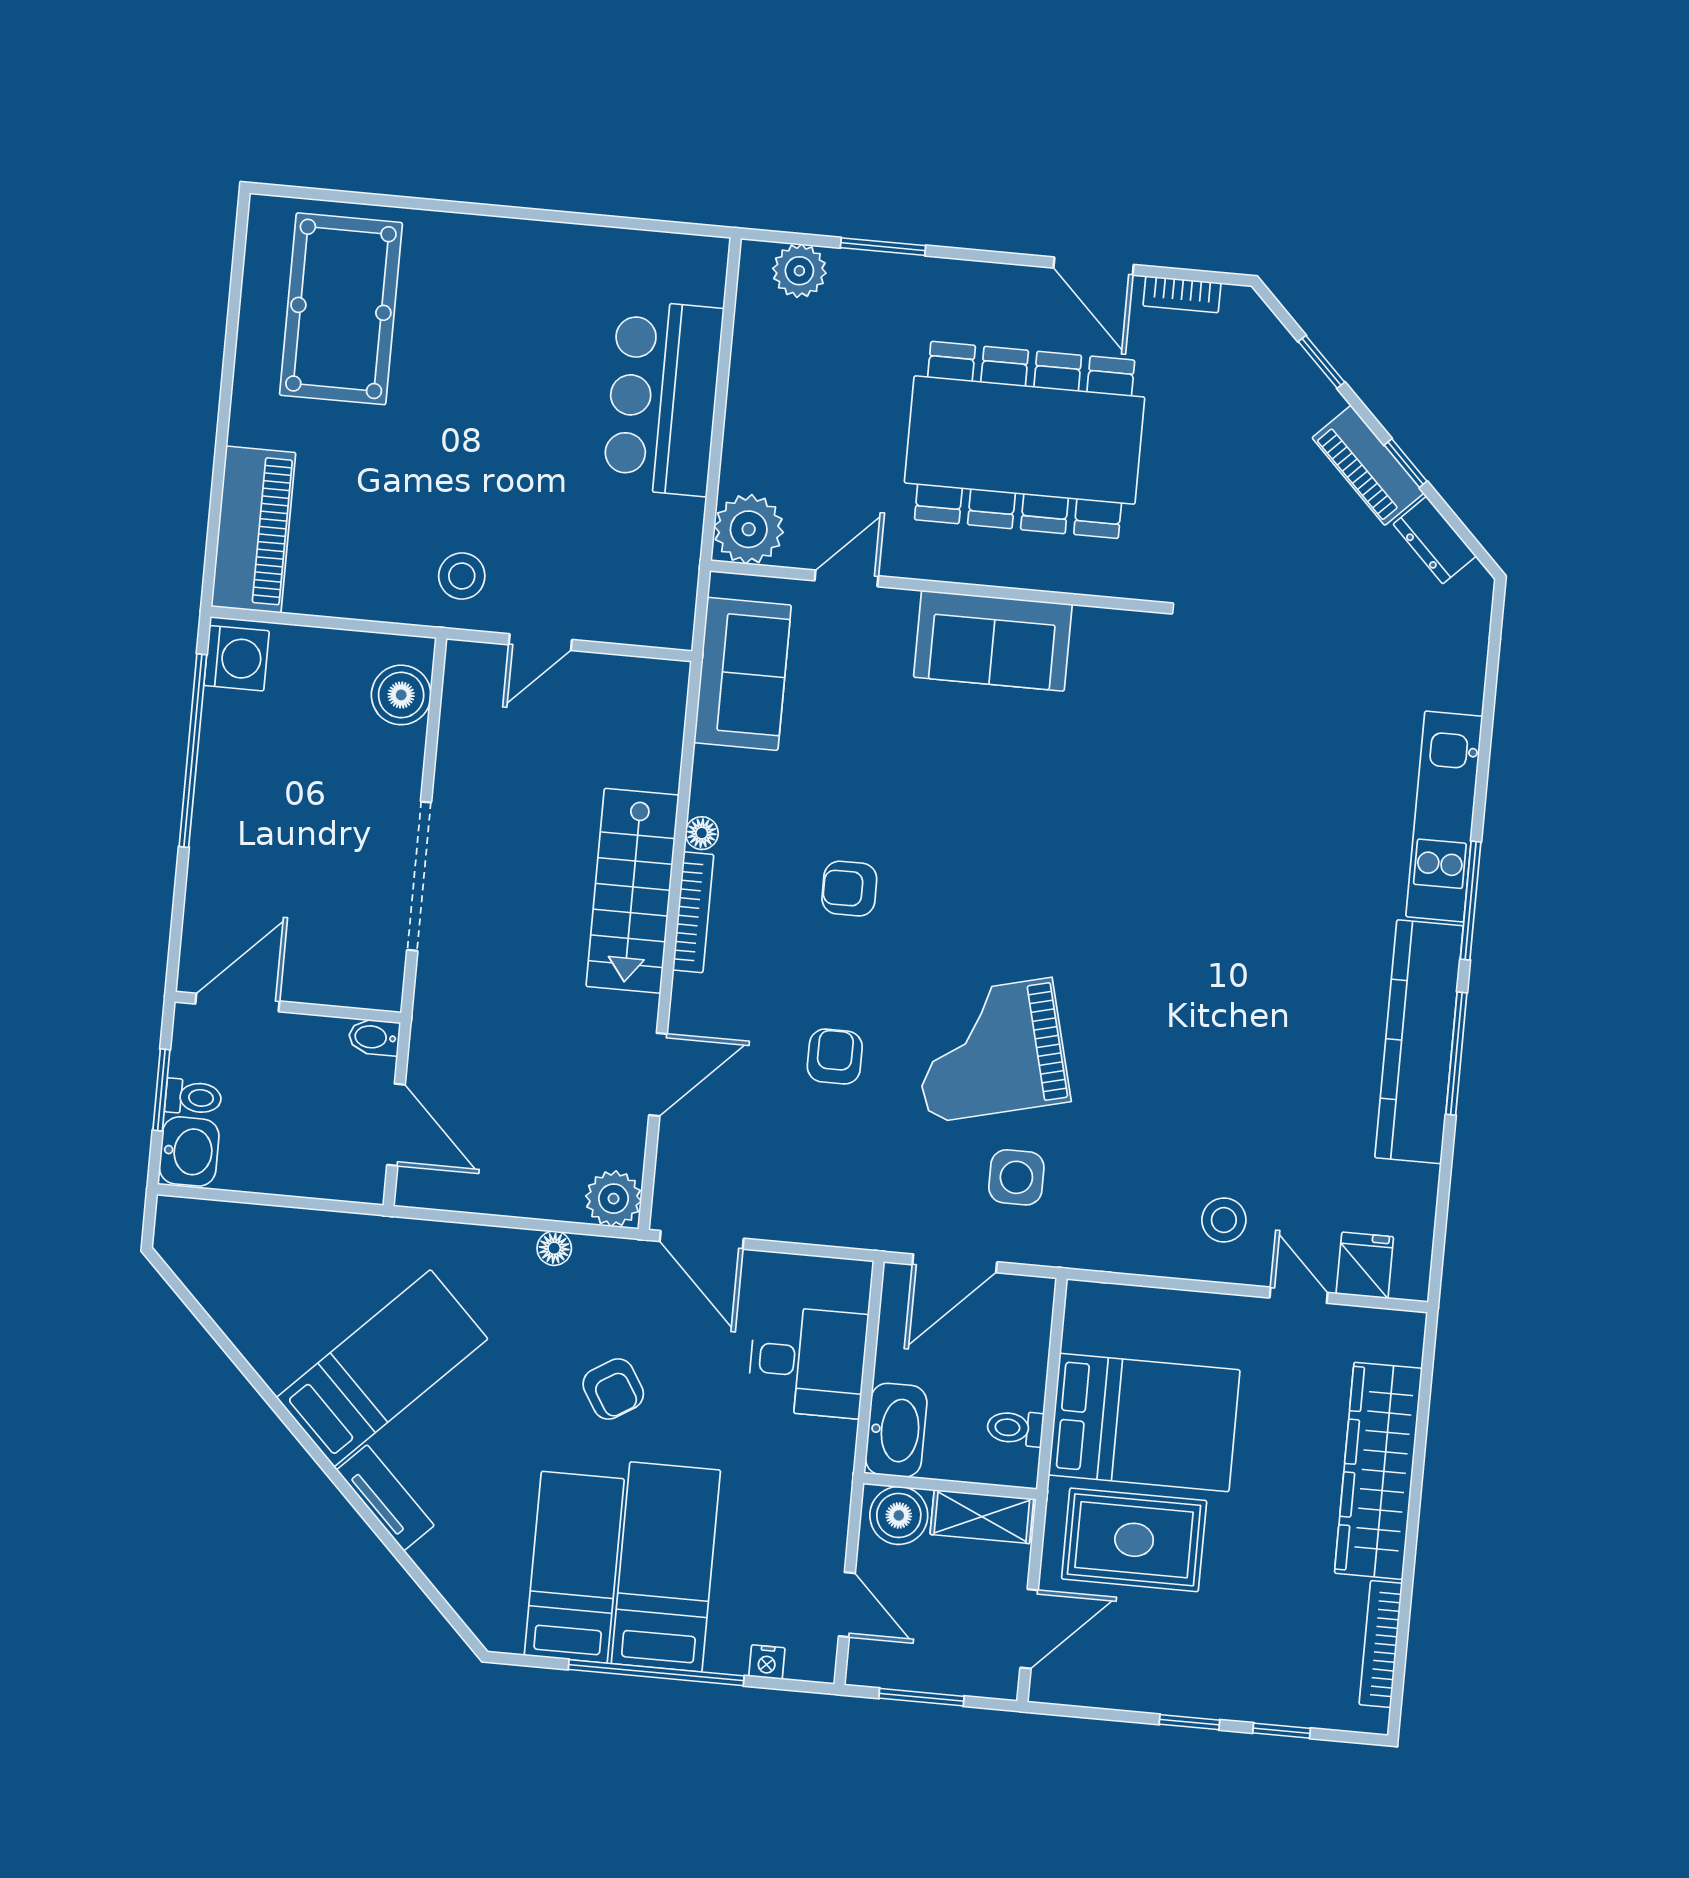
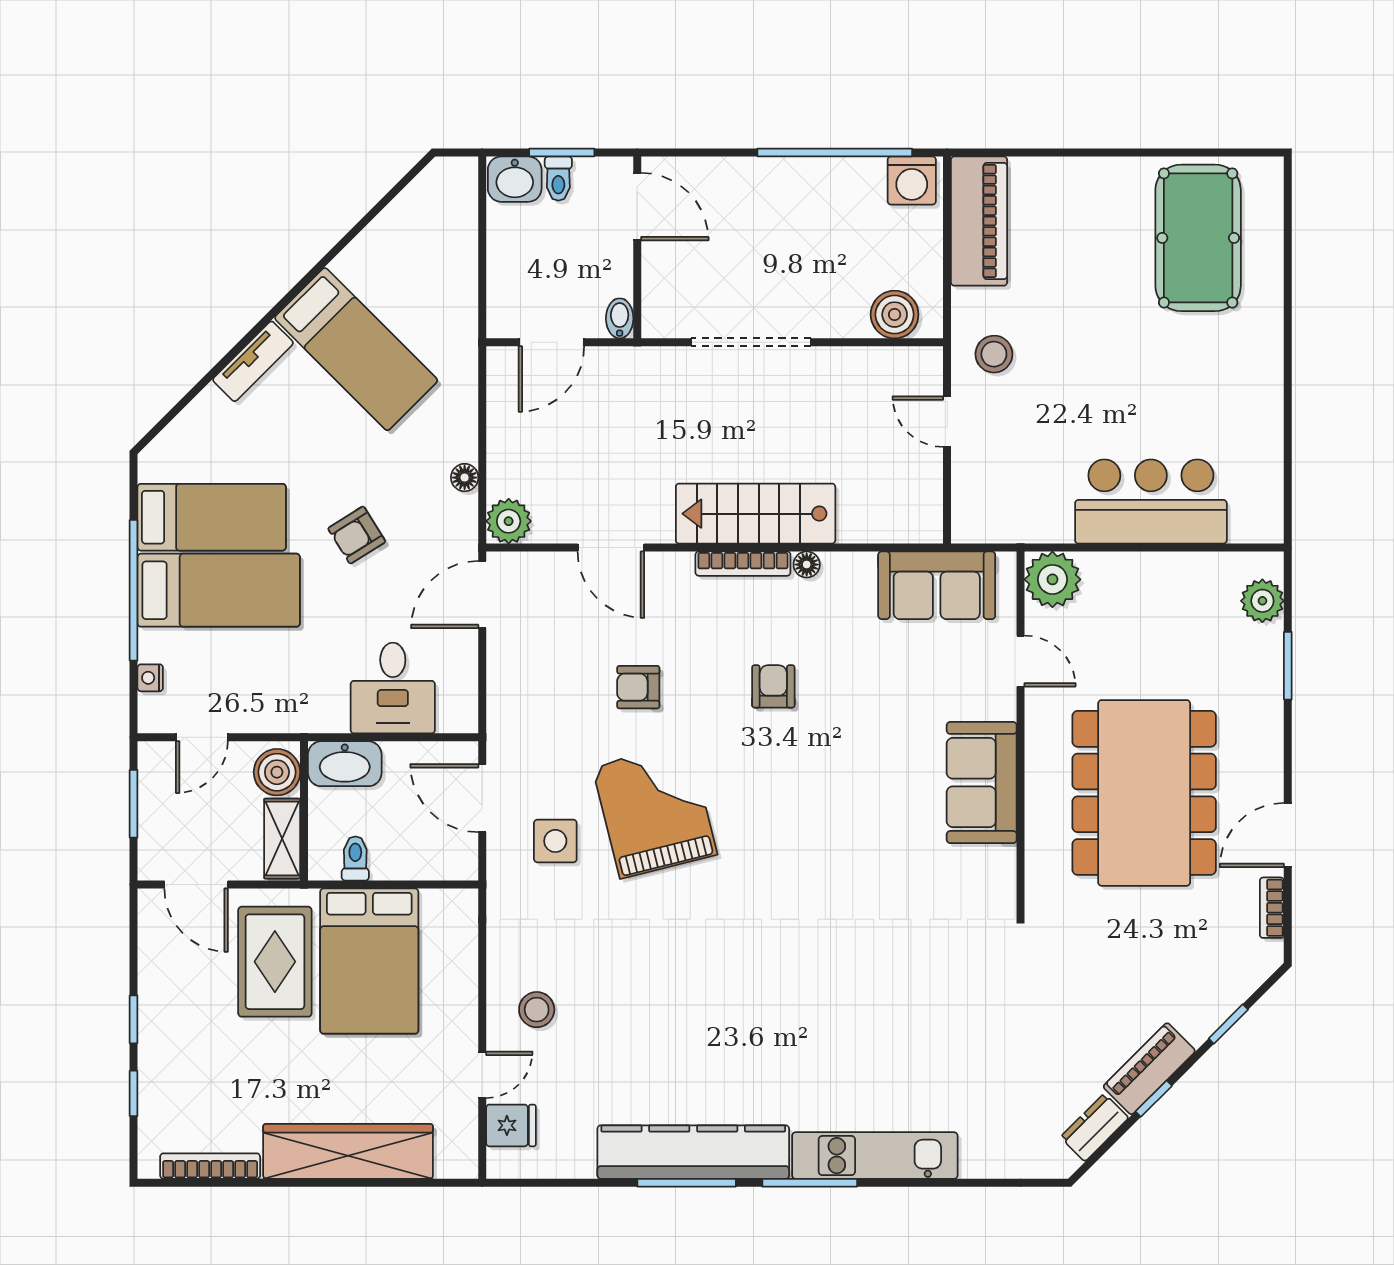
pool table: (341, 309) -> (1198, 238), turned 90
piano: (253, 530) -> (979, 221), moved, turned -90
armchair: (835, 1057) -> (638, 687), turned 180

